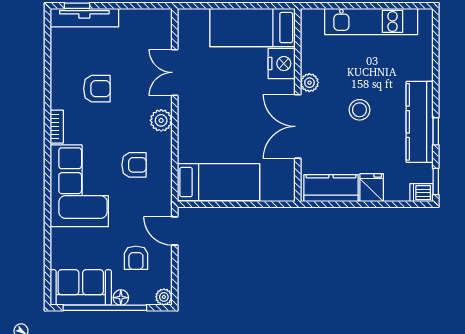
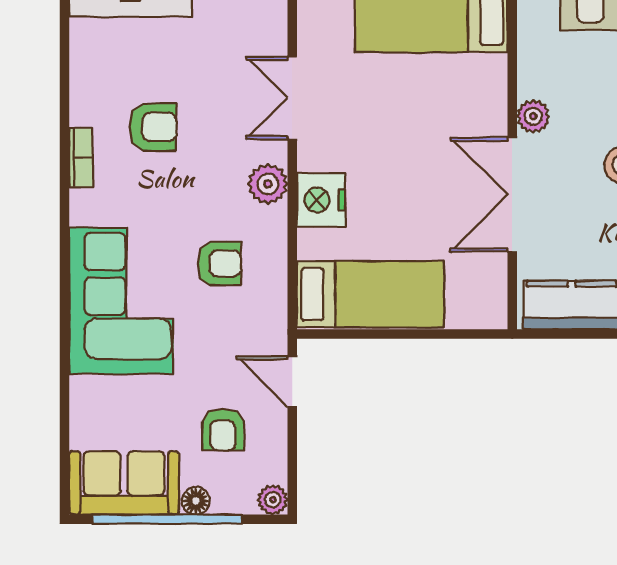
nightstand: (282, 64) -> (321, 200), moved, turned 180
bookcase: (57, 127) -> (81, 158), moved

